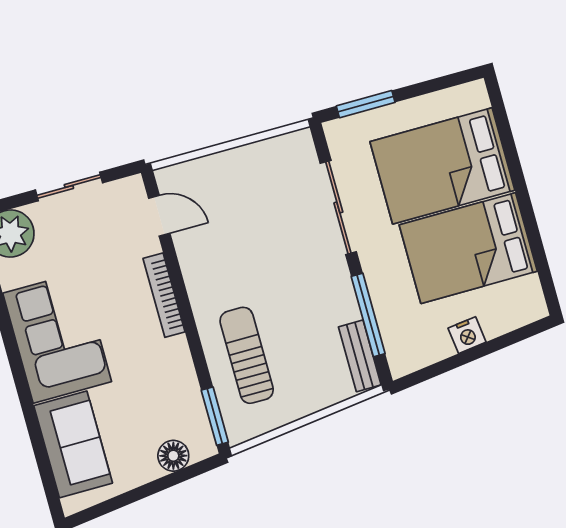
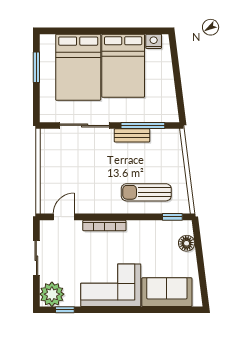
window: (366, 104) -> (36, 67), moved
nightstand: (467, 335) -> (154, 41), moved, turned -83
bench: (360, 356) -> (132, 135), moved
window: (215, 416) -> (172, 217), width x0.67

